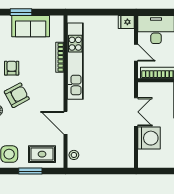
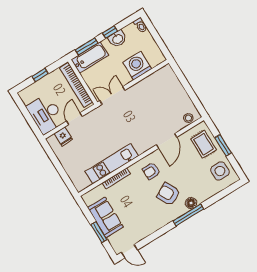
fridge: (126, 22) -> (63, 137), moved
kitchen unit: (75, 61) -> (112, 164), width x0.73
armchair: (12, 68) -> (151, 171), moved
double door: (136, 112) -> (112, 95), moved

